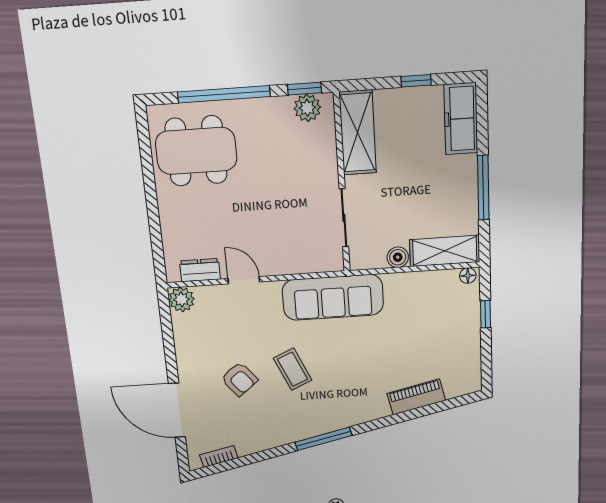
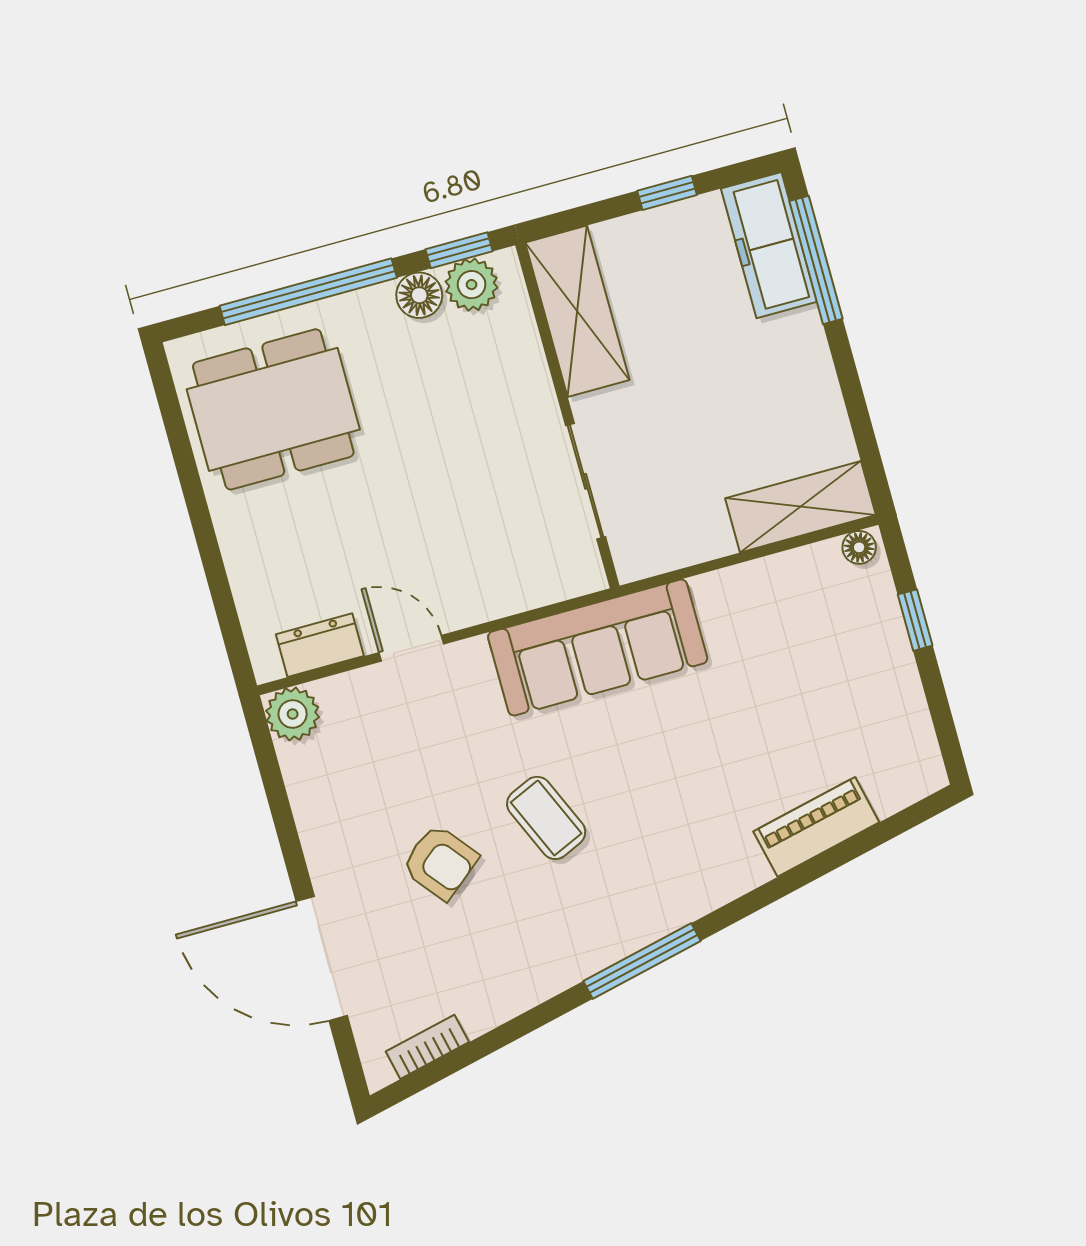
floor lamp: (280, 108) -> (419, 295), added
window: (483, 188) -> (816, 260), moved
boiler: (398, 257) -> (710, 539), removed

